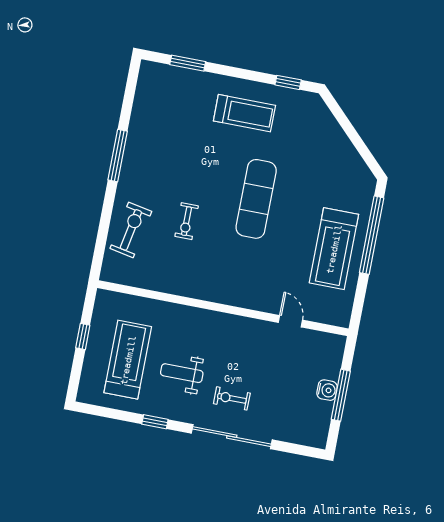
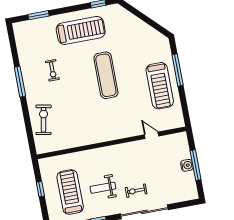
treadmill: (244, 113) -> (81, 30), width x1.37, depth x1.37
exercise bike: (187, 221) -> (52, 70), moved
window: (372, 235) -> (178, 70), width x0.68

